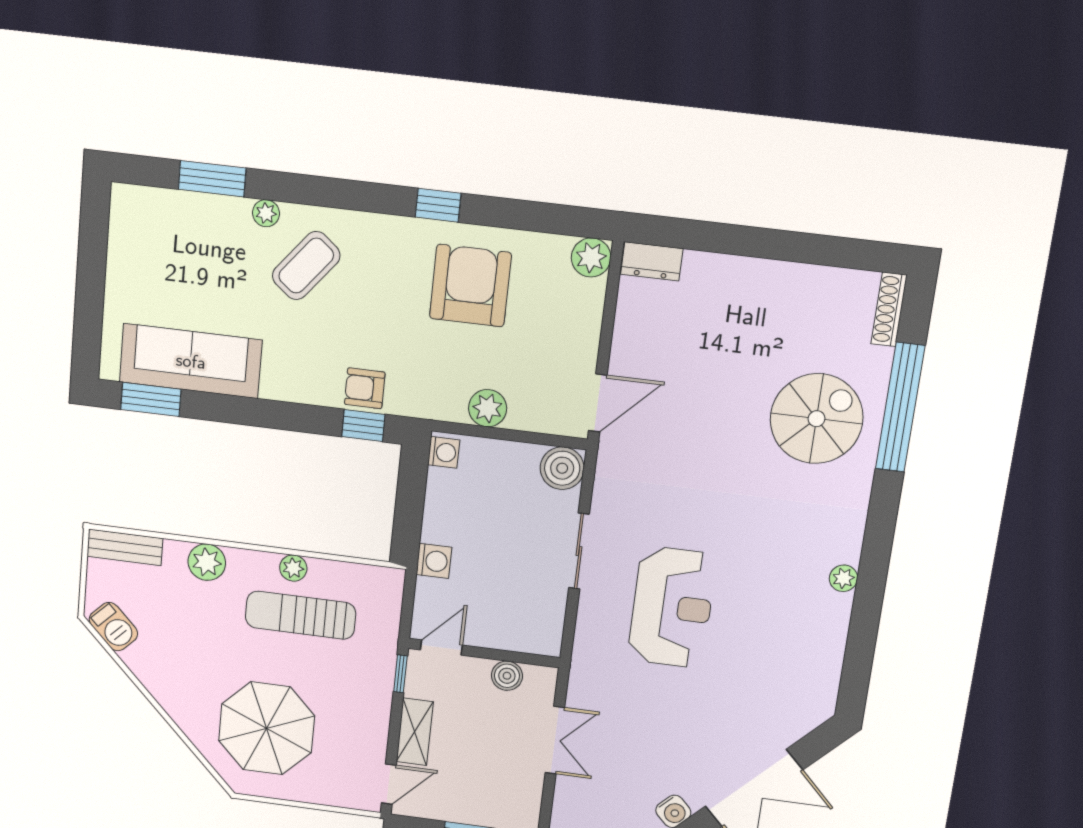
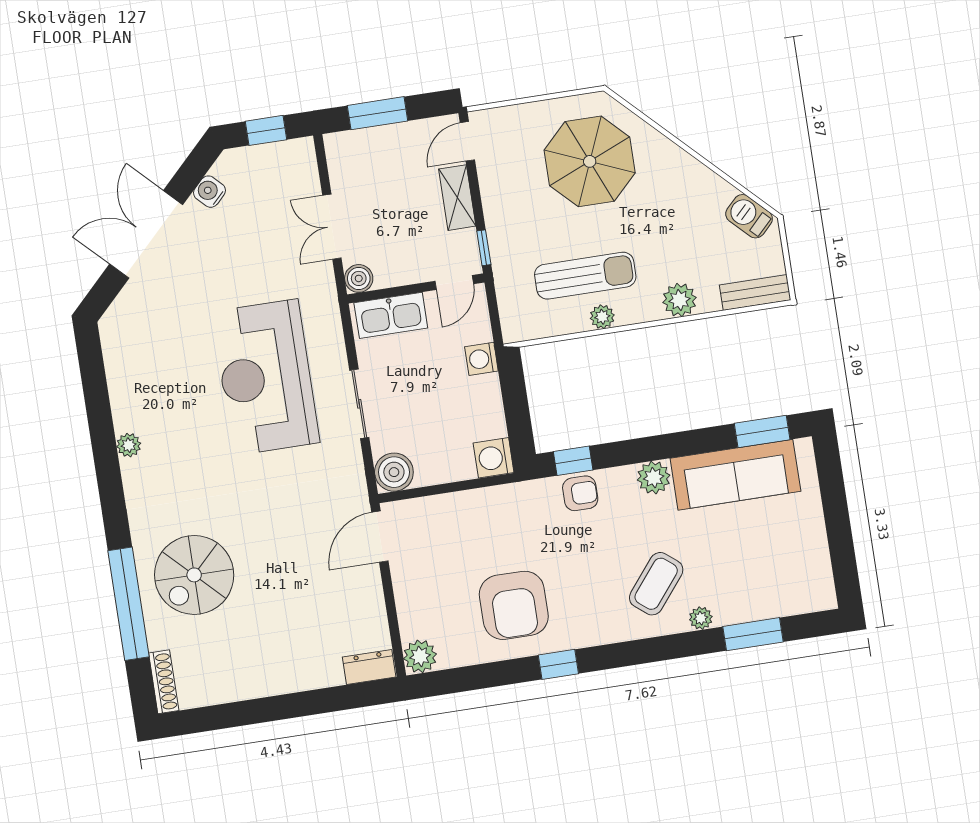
plant: (488, 408) -> (654, 478), moved
washing machine: (444, 452) -> (494, 458), width x1.38, depth x1.38
reception desk: (672, 607) -> (266, 377), width x1.36, depth x1.30
kitchen sink: (518, 633) -> (391, 315), added
boiler: (507, 676) -> (359, 278), moved

